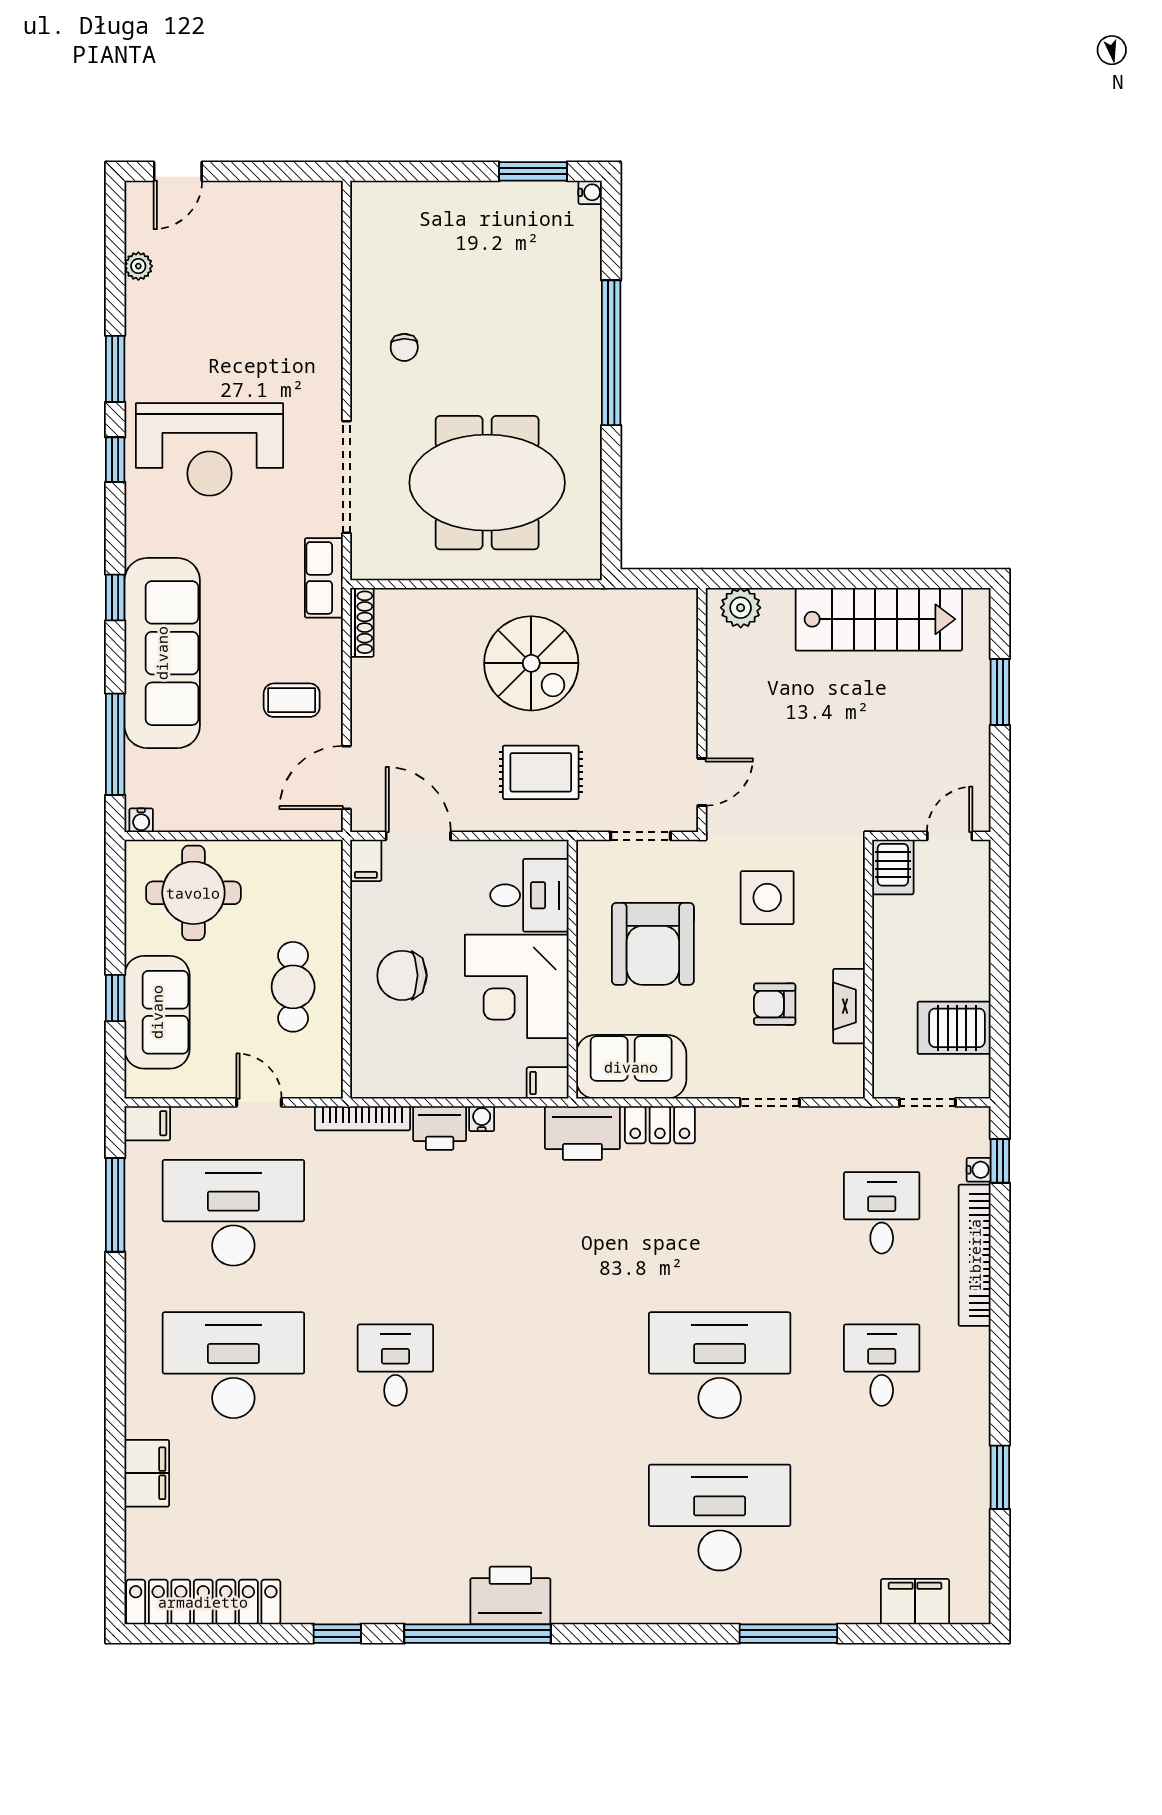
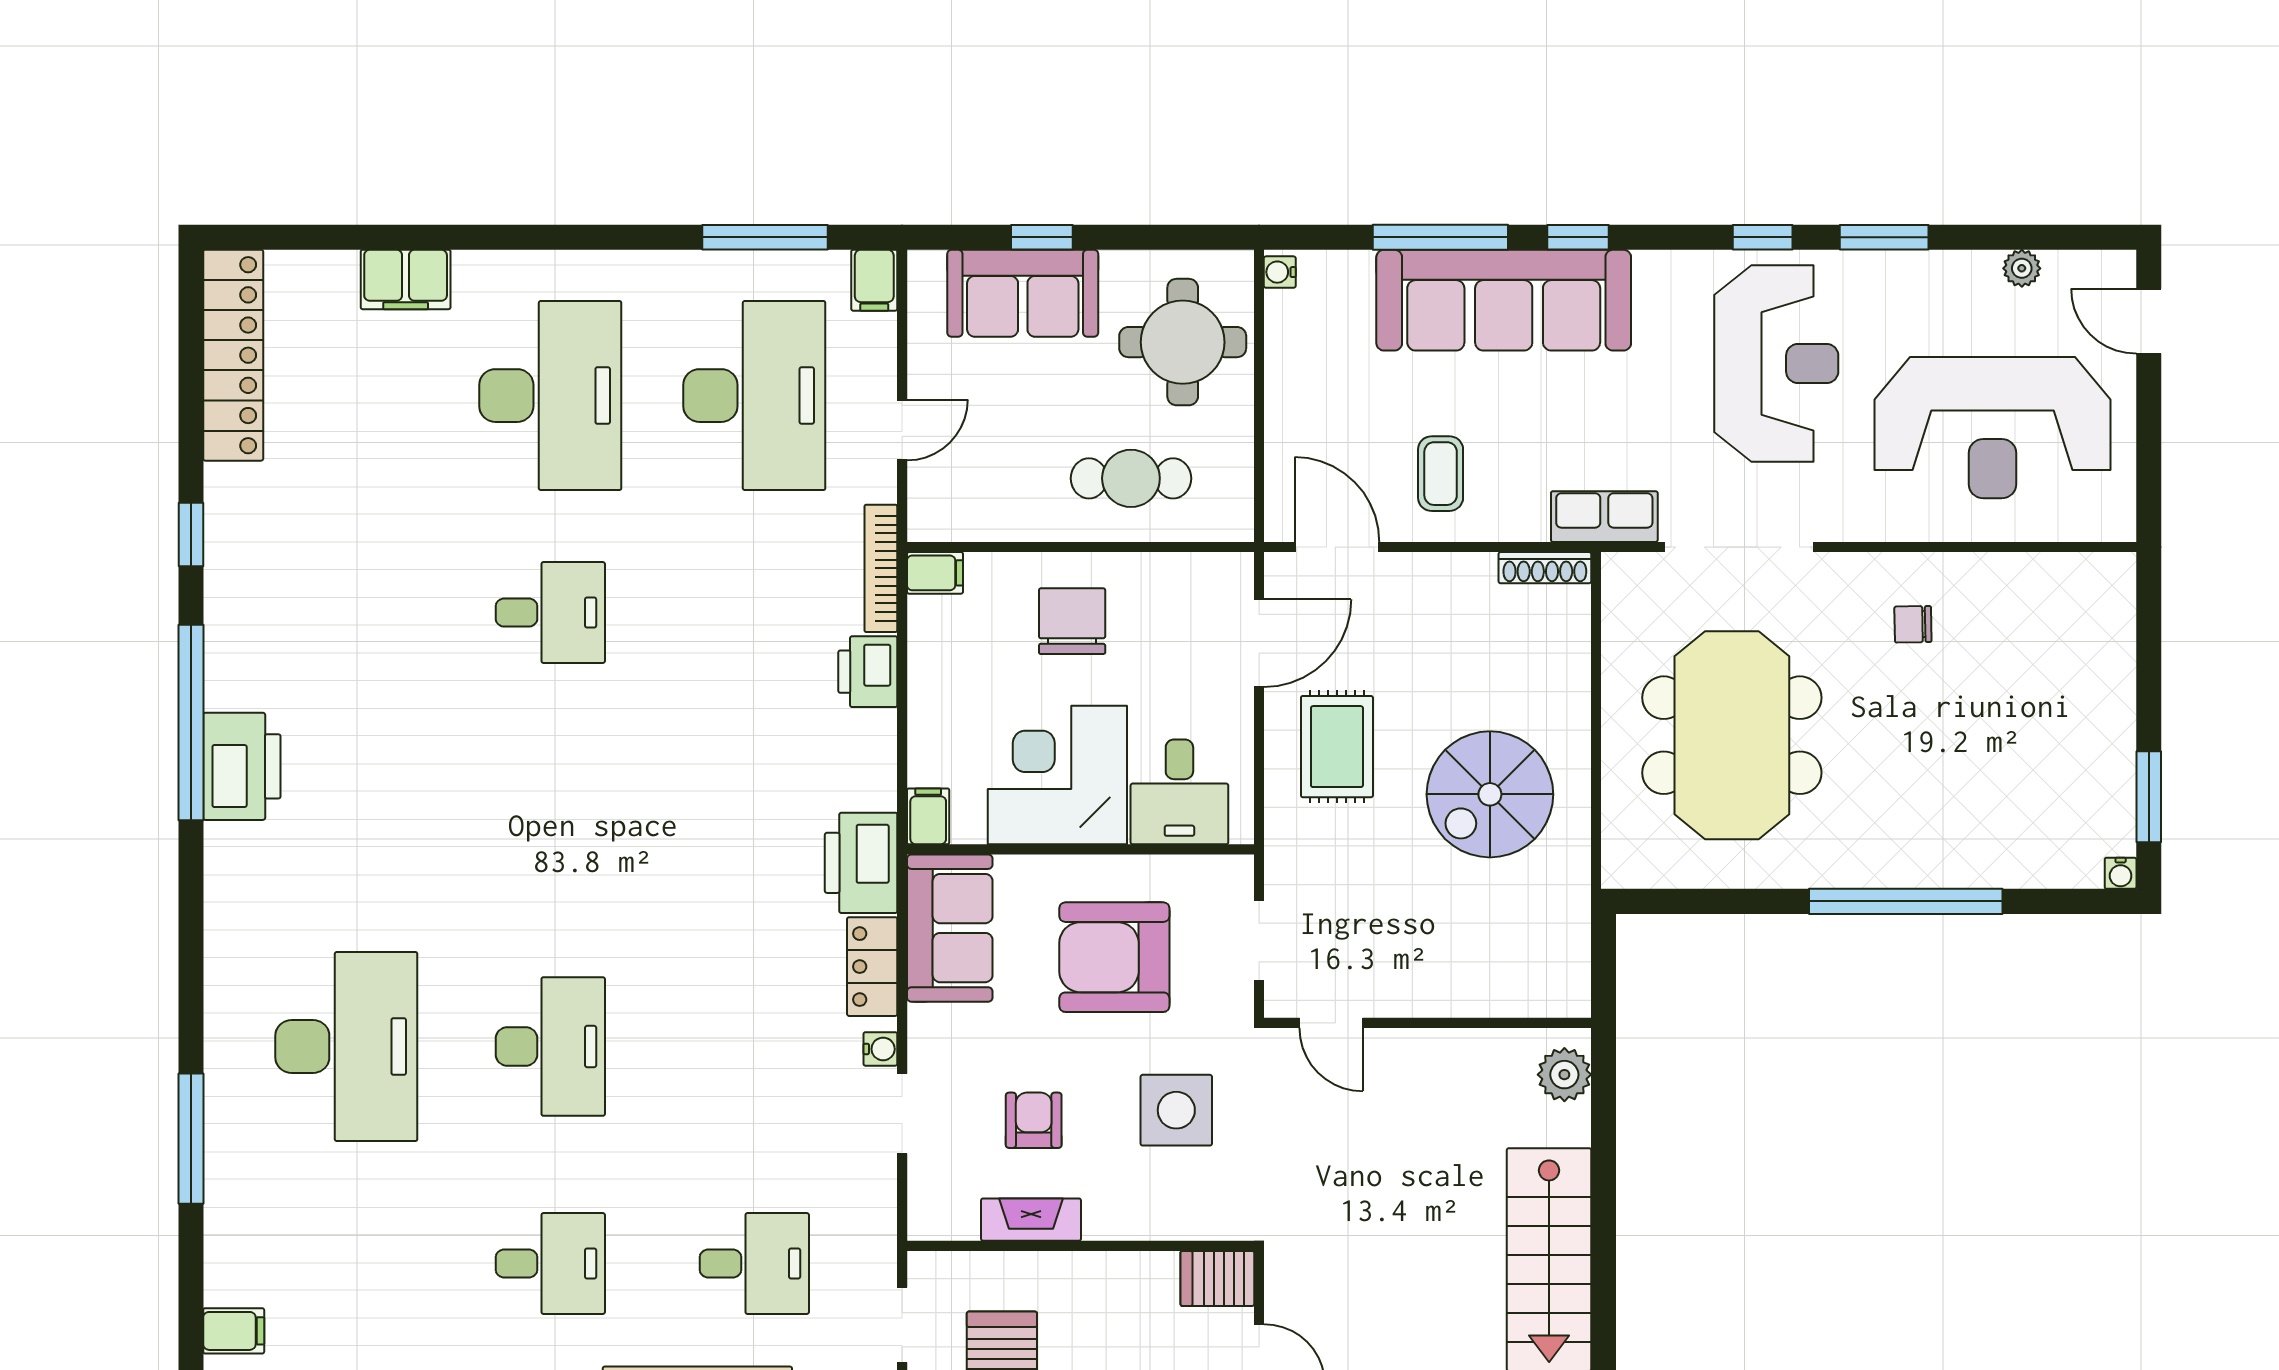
reception desk: (257, 288) -> (1993, 428), added
reception desk: (209, 449) -> (1776, 364), turned 180
window: (115, 744) -> (1440, 237), moved
rug: (541, 772) -> (1337, 747), moved
filing cabinet: (366, 860) -> (935, 573), moved, turned 180
cafe table: (293, 987) -> (1131, 478), moved
water cooler: (482, 1119) -> (880, 1049), moved
desk: (720, 1365) -> (550, 1047), width x0.73, depth x0.77
filing cabinet: (915, 1602) -> (234, 1331), width x0.50

